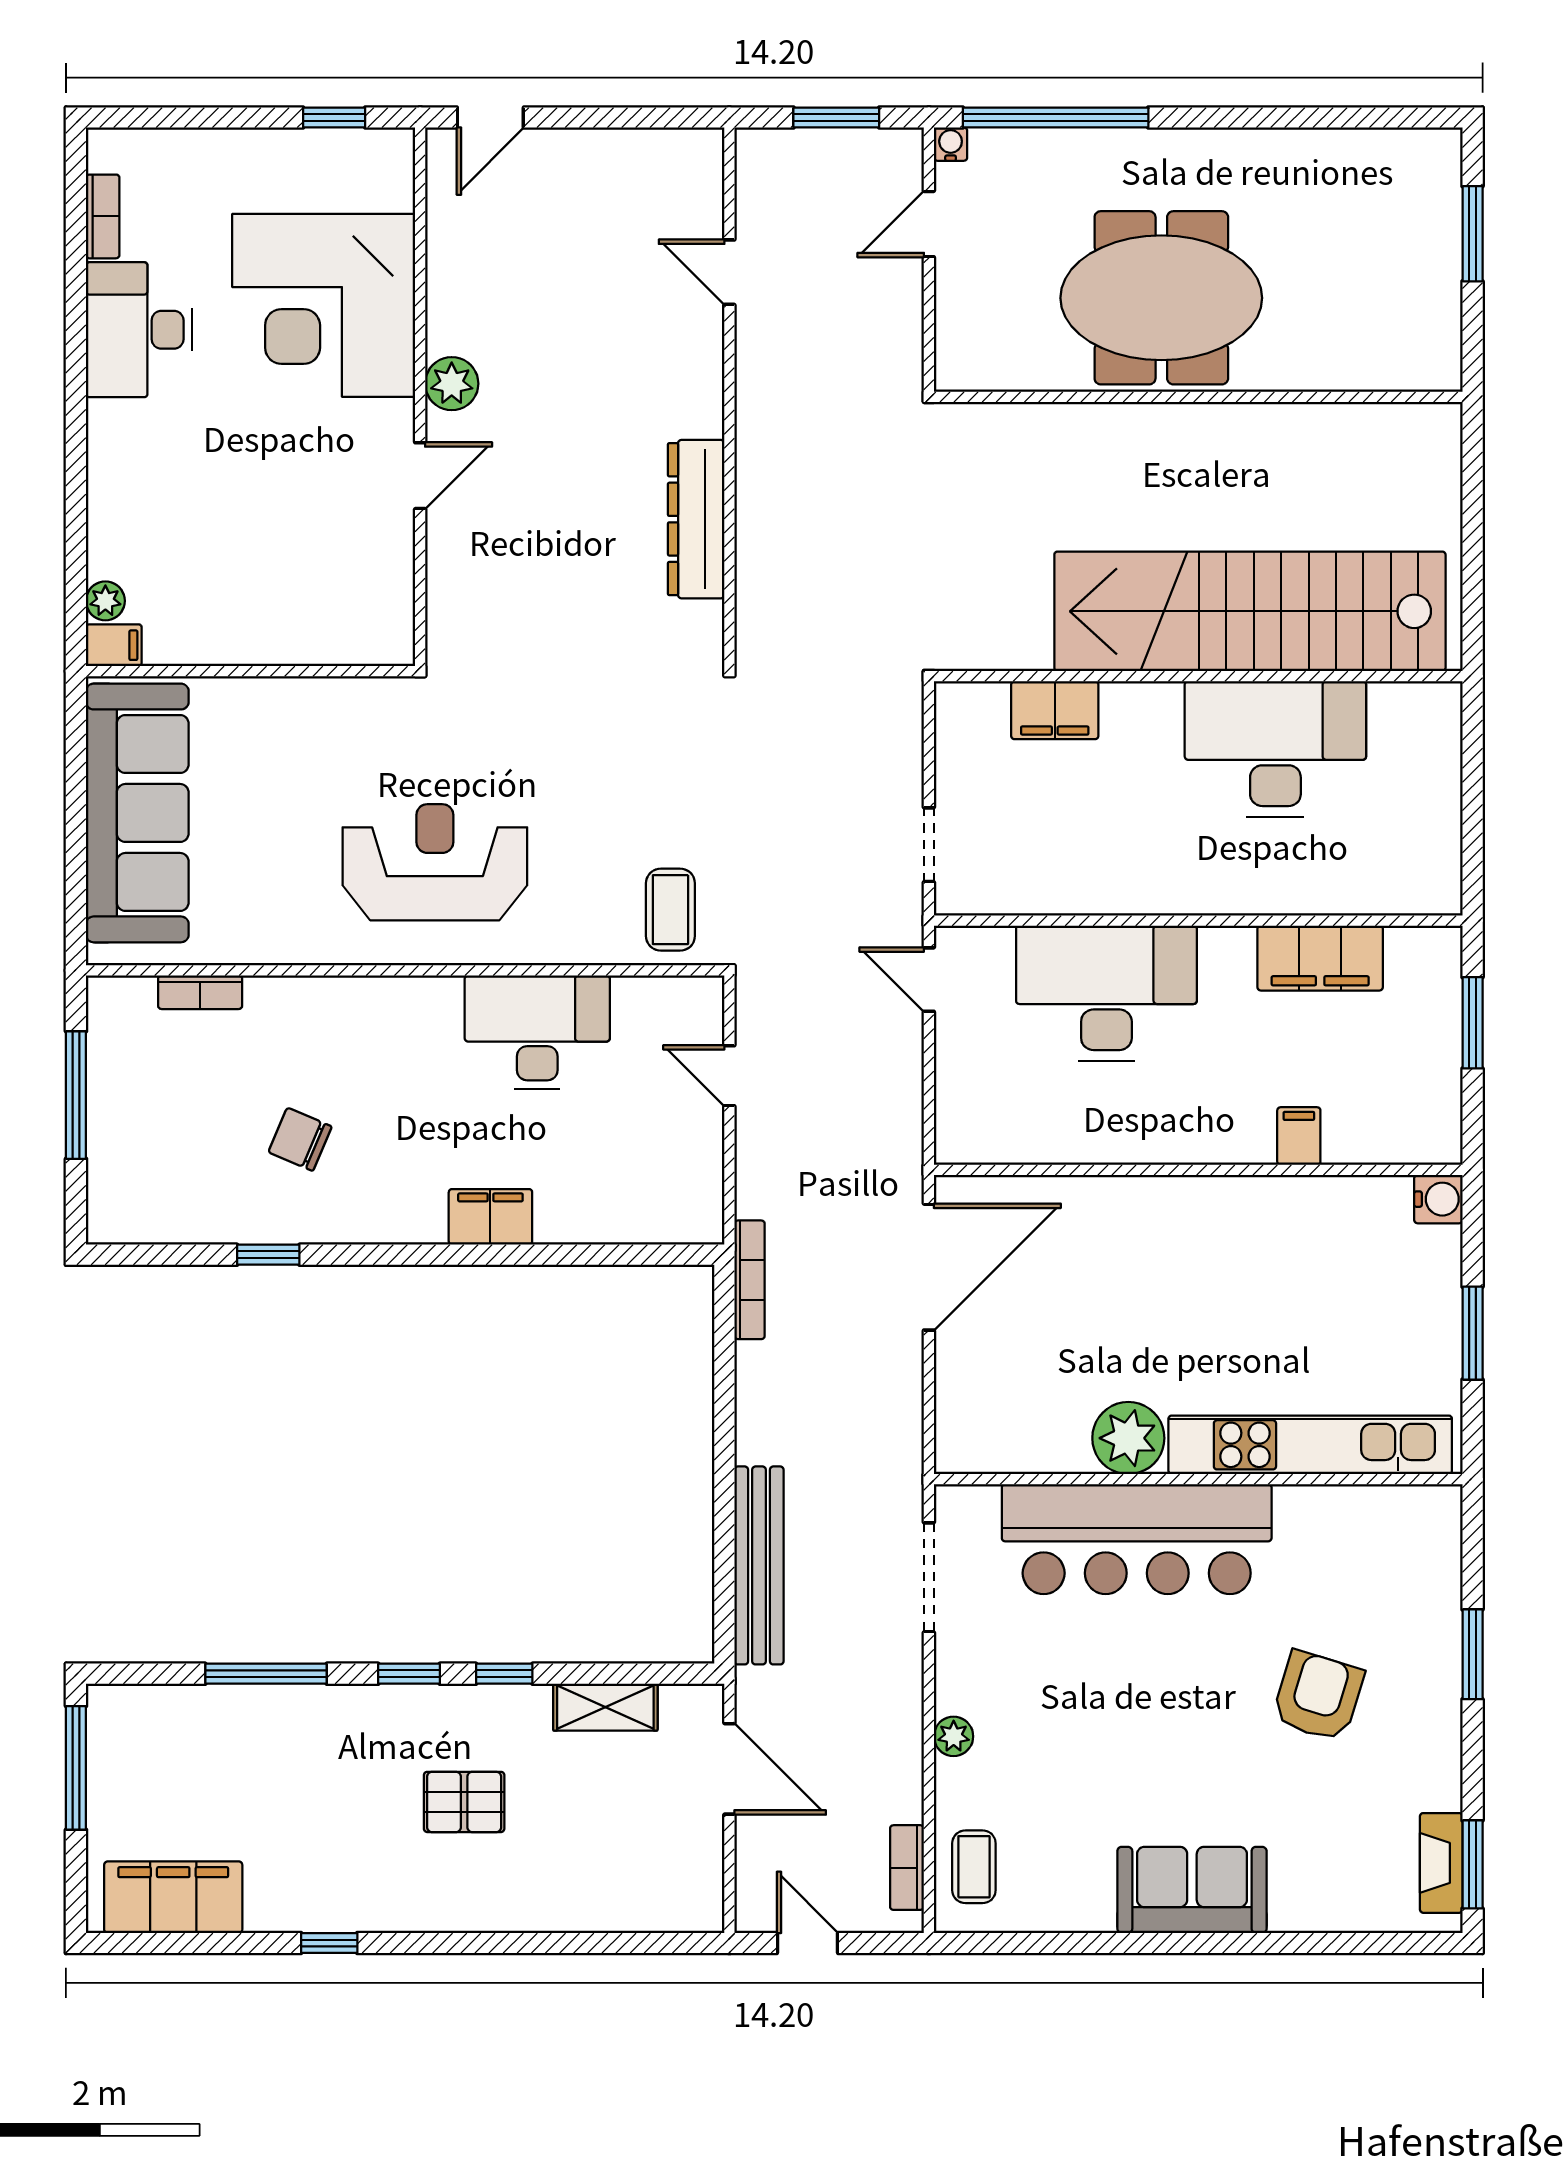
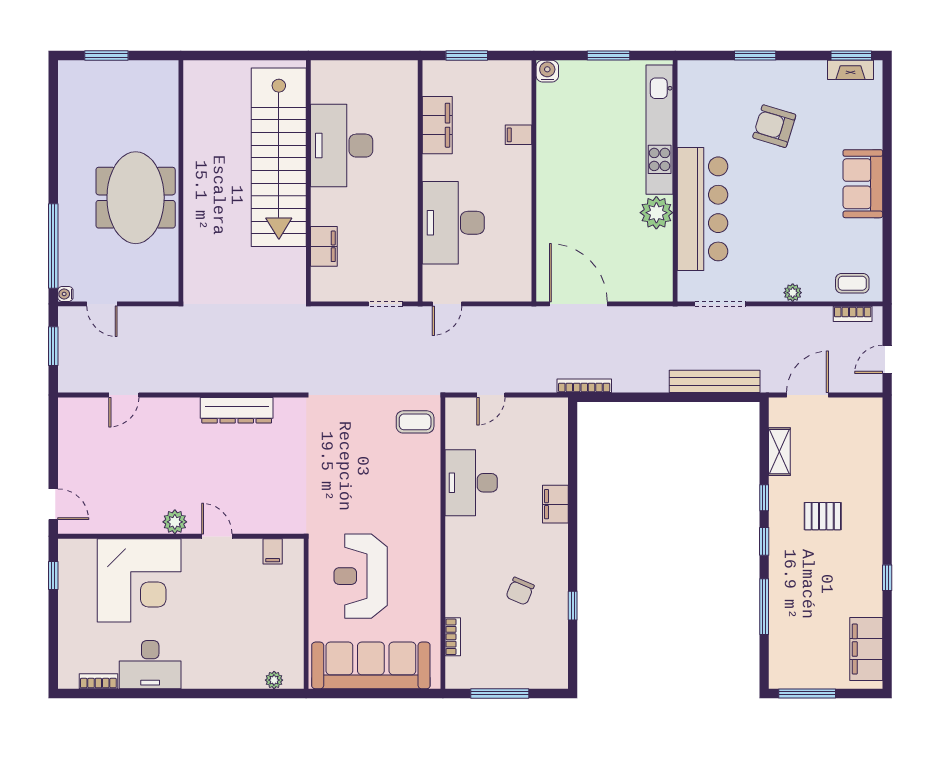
filing cabinet: (114, 645) -> (273, 551), moved, turned 180
reception desk: (435, 862) -> (361, 576), moved
pallet: (464, 1802) -> (823, 516), turned 90

